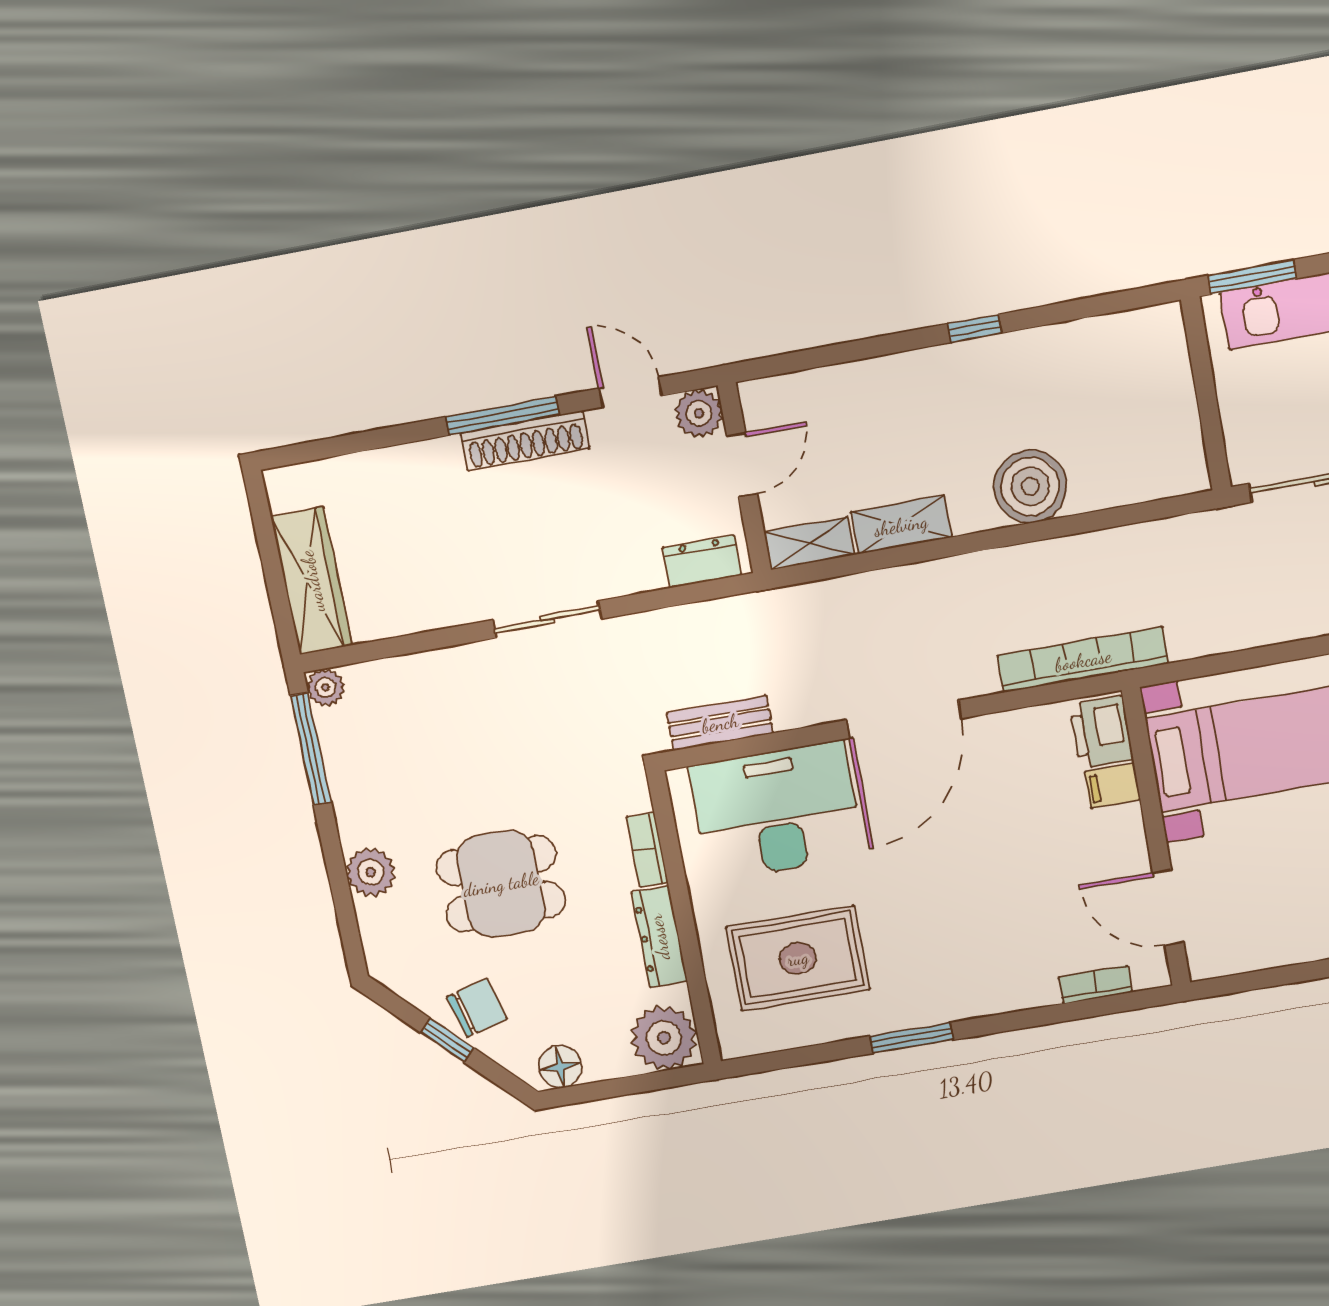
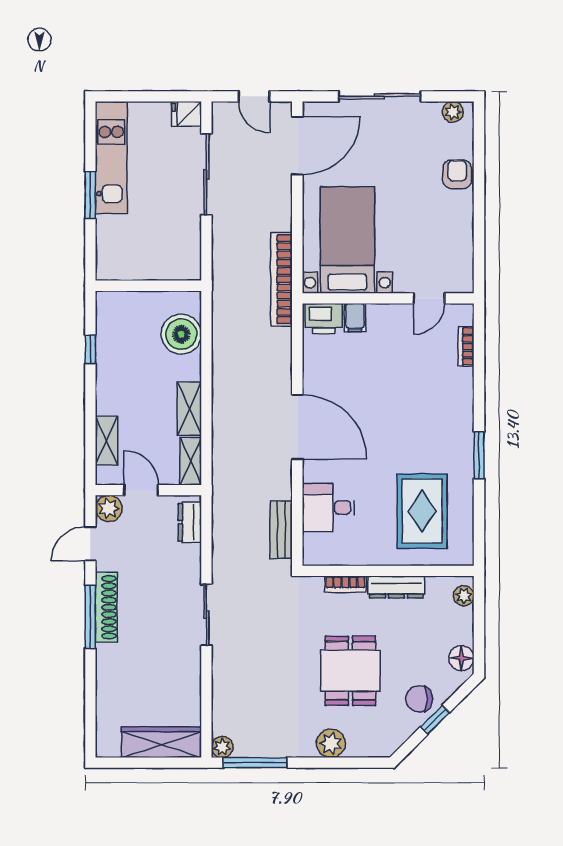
shelving: (818, 387) -> (106, 441), added
wall: (1206, 394) -> (148, 286), moved
bookcase: (1083, 660) -> (282, 279), moved
desk: (776, 811) -> (328, 507), width x0.53, depth x0.77
door: (1168, 908) -> (429, 298), width x0.73
chair: (477, 1008) -> (419, 699), turned -75
plant: (664, 1038) -> (464, 596), width x0.53, depth x0.53

